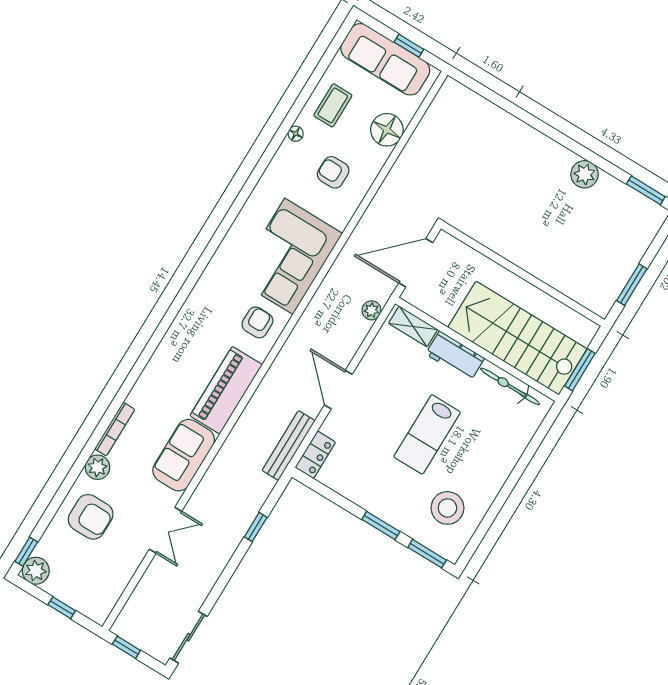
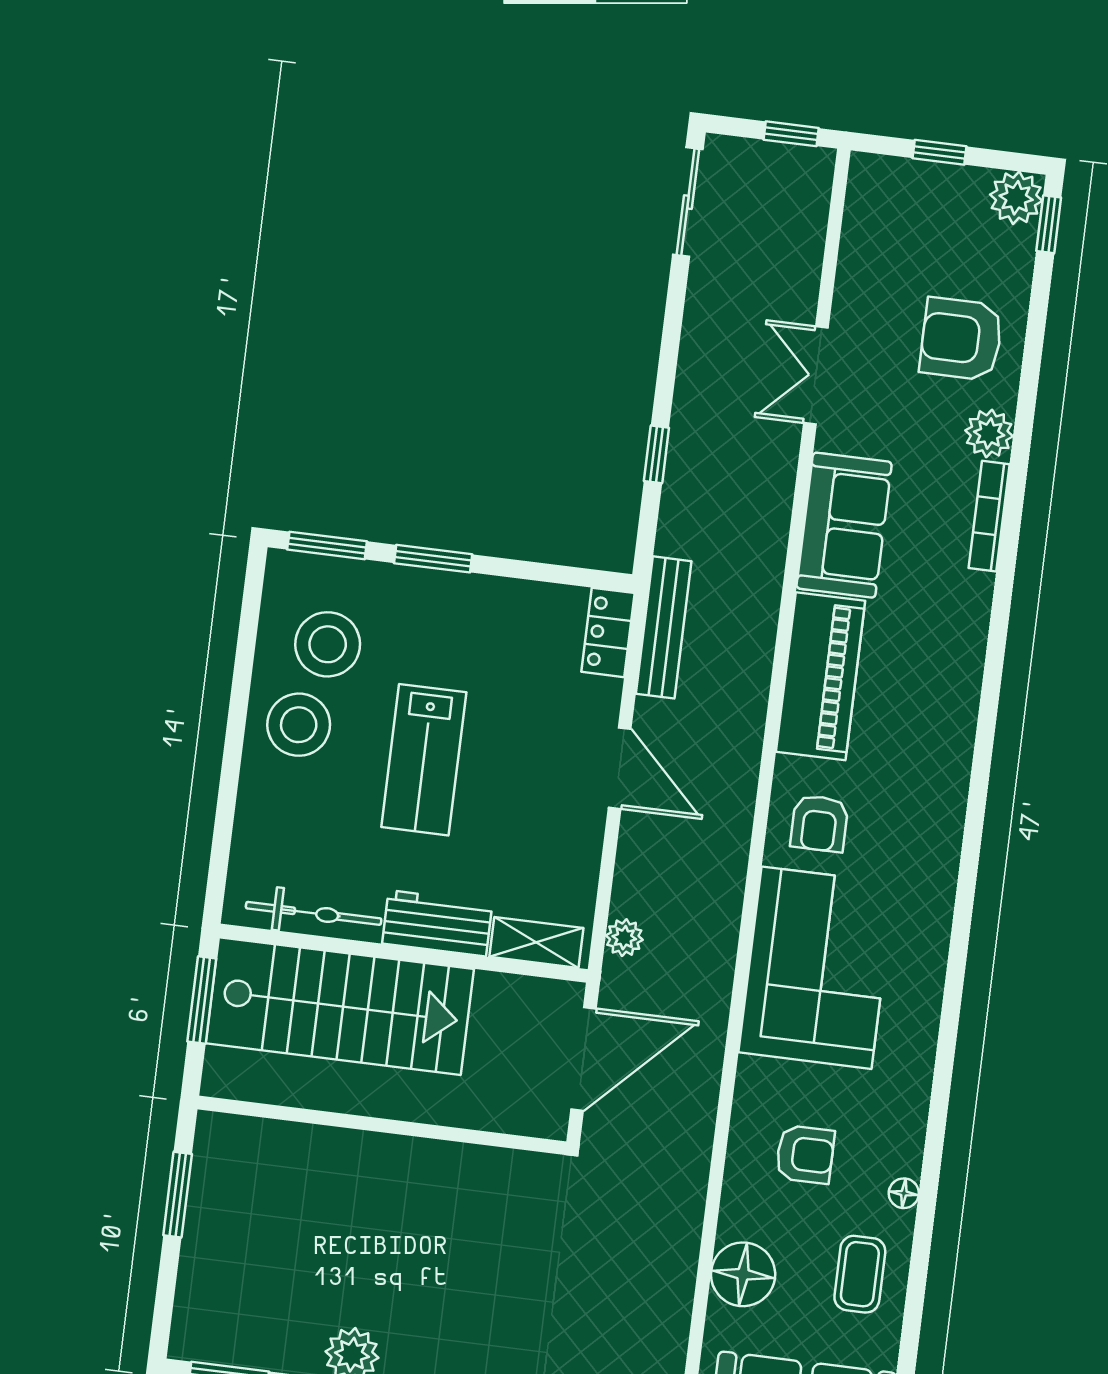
lab bench: (427, 434) -> (424, 760), turned 180
stool: (478, 477) -> (299, 725), added

